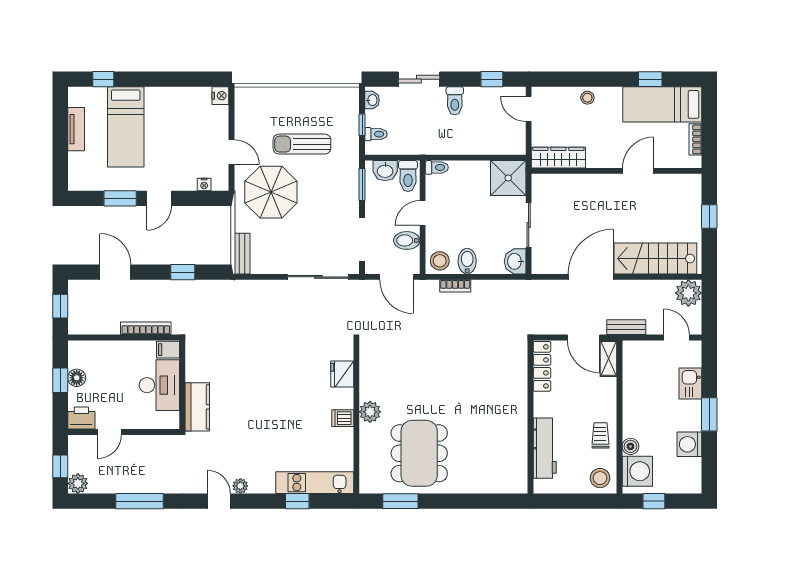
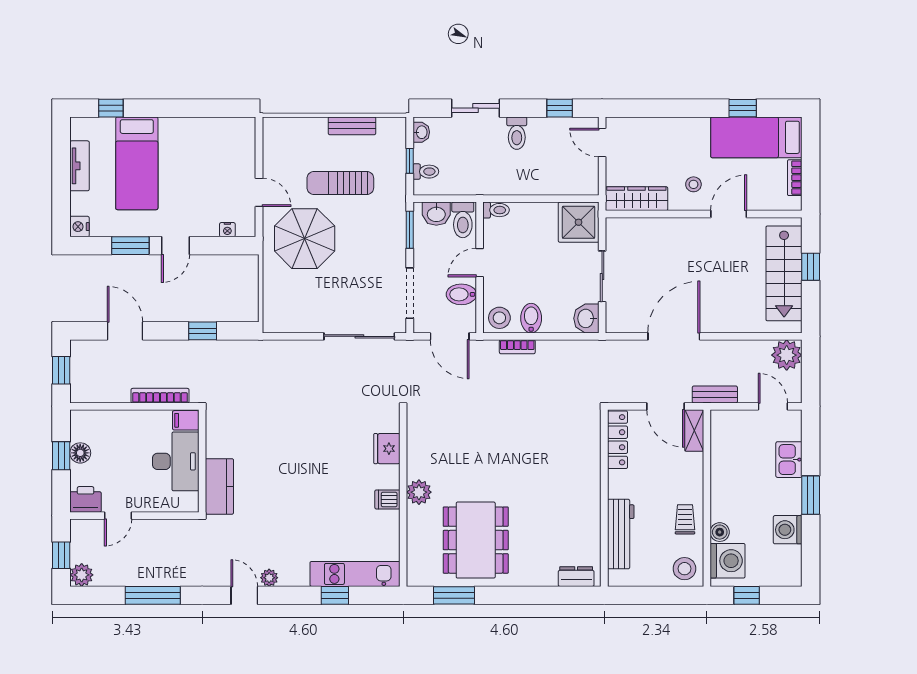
nightstand: (220, 96) -> (80, 227), moved, turned 180
stool: (587, 98) -> (693, 184), moved
bench: (242, 254) -> (352, 126), moved, turned 90
stairs: (655, 258) -> (784, 273), moved, turned -90
dresser: (506, 485) -> (576, 577), added

